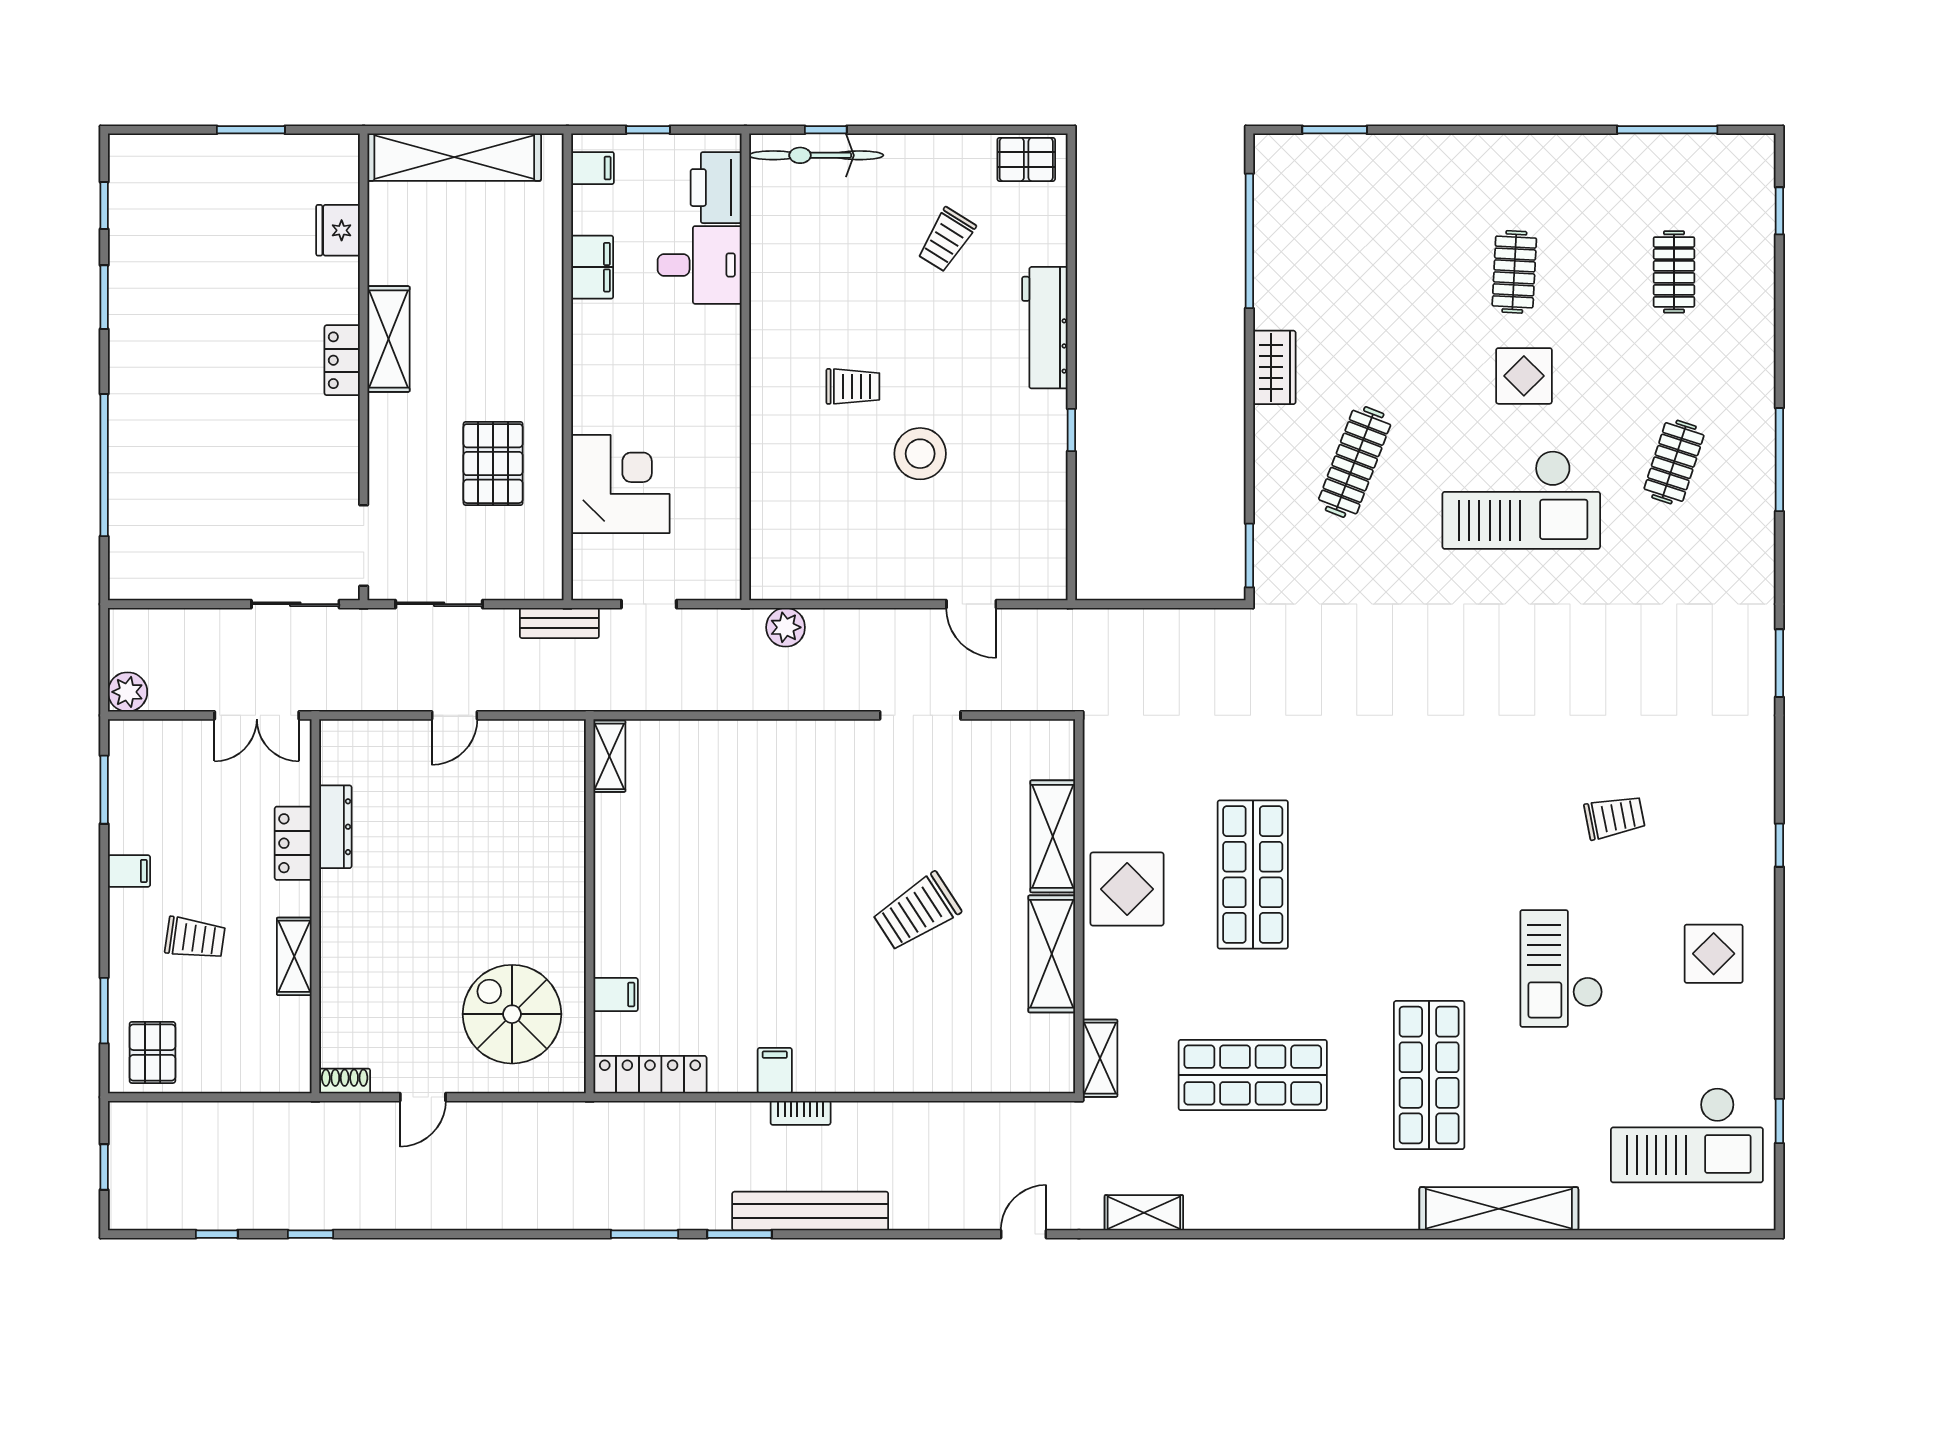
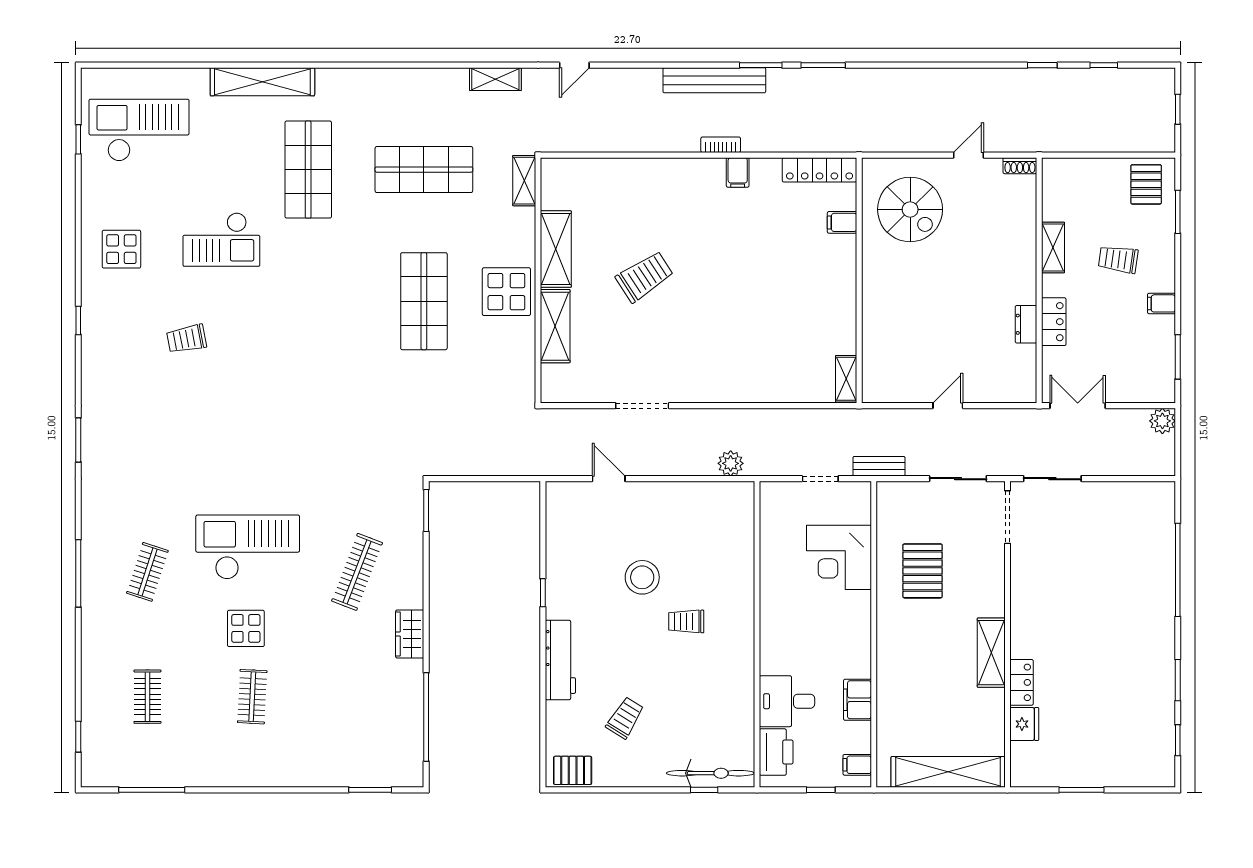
locker: (342, 360) -> (1022, 682), moved
dresser: (335, 827) -> (1026, 324), width x0.70
checkout: (1561, 968) -> (221, 239), turned 90

